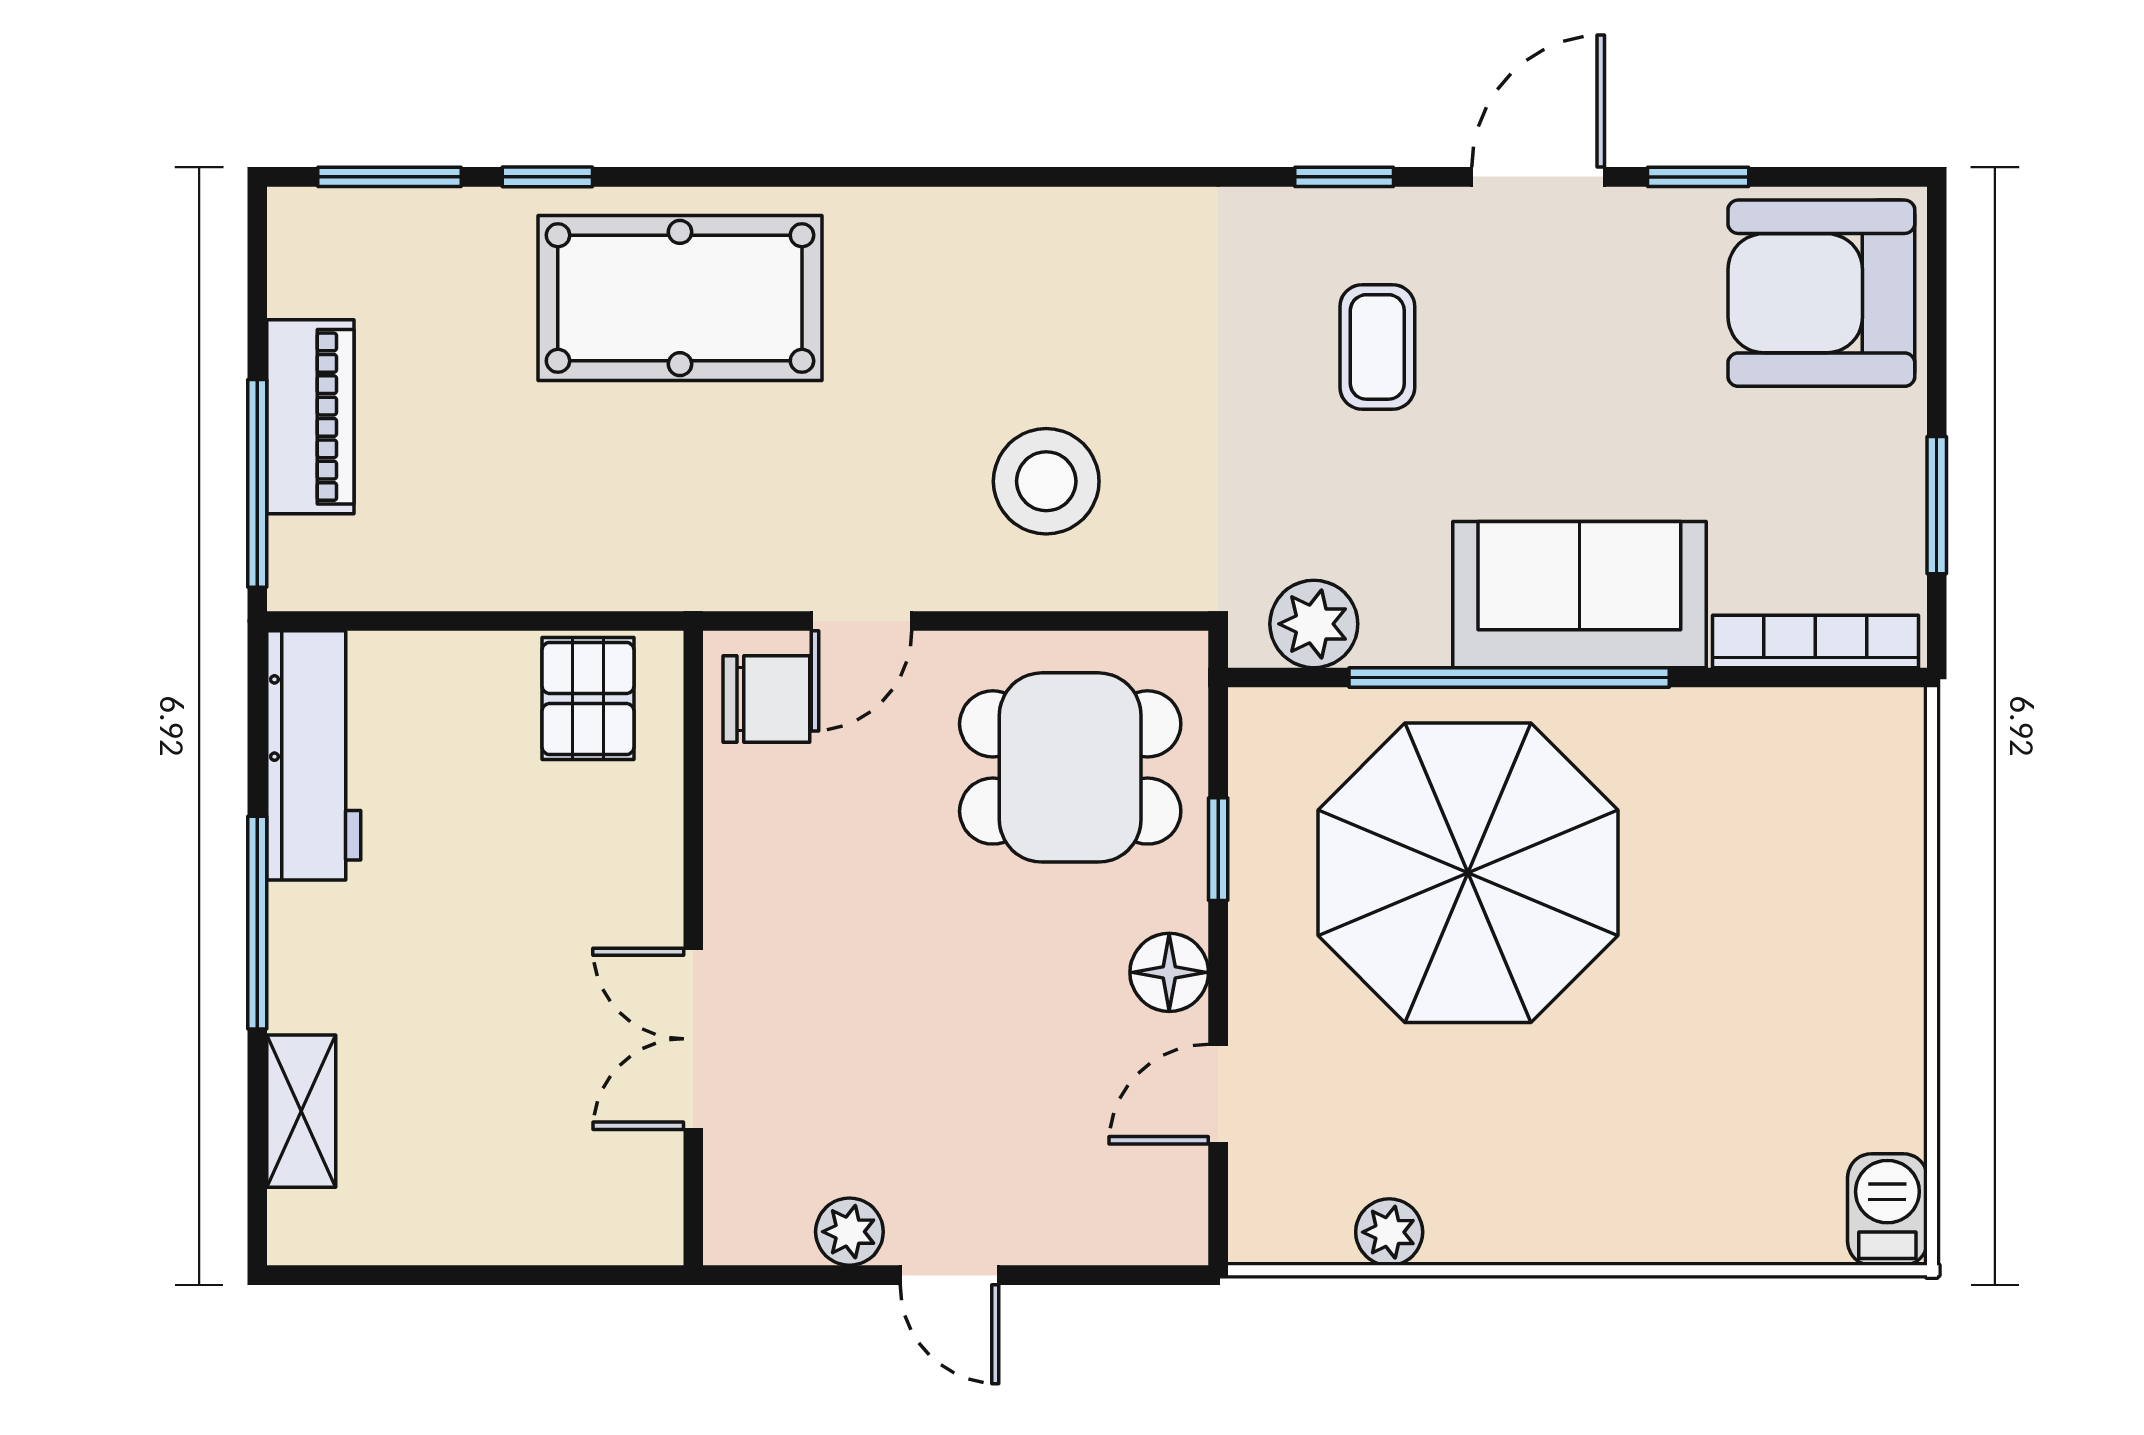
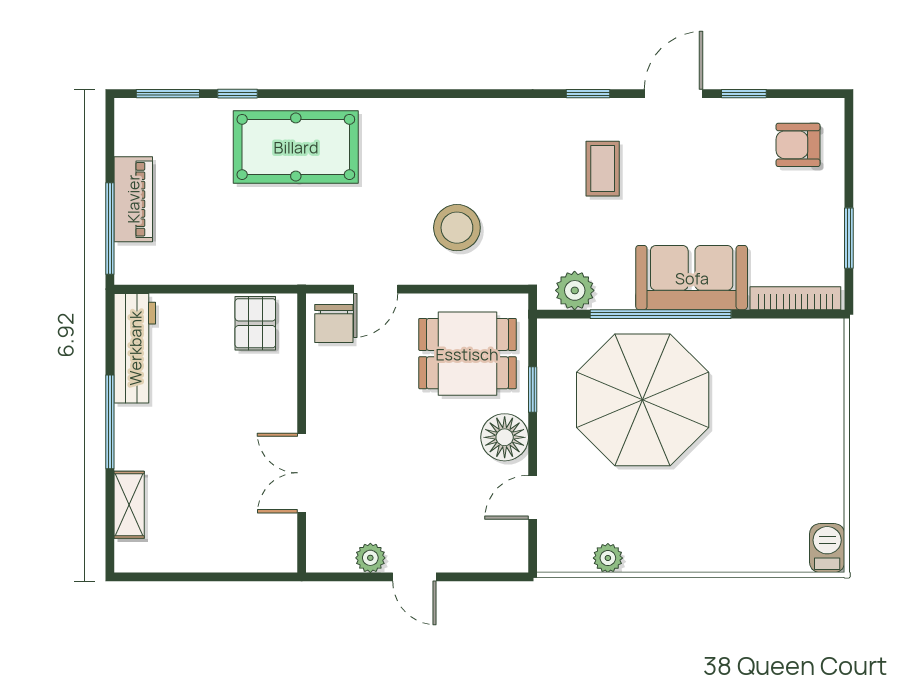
armchair: (1821, 293) -> (798, 145), width x0.53, depth x0.53
chair: (766, 699) -> (334, 323), turned 90
floor lamp: (1169, 972) -> (505, 437), width x1.38, depth x1.38

